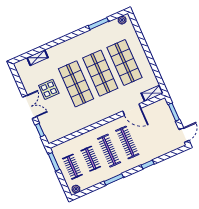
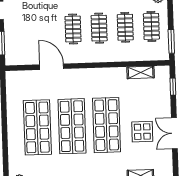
shelving: (152, 93) -> (141, 72), moved
double door: (30, 107) -> (174, 133), moved
clothes rail: (127, 142) -> (73, 29), width x0.73
clothes rail: (109, 151) -> (99, 28), width x0.73

